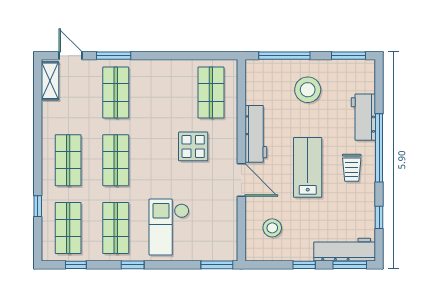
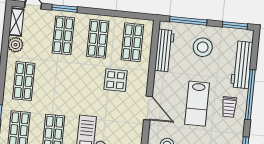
plant: (52, 112) -> (15, 45), added
workbench: (363, 117) -> (242, 65), width x1.38
workbench: (256, 134) -> (164, 51), moved
shop shelf: (116, 160) -> (98, 39), moved
lab bench: (308, 167) -> (197, 104), turned 180

